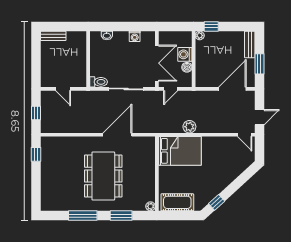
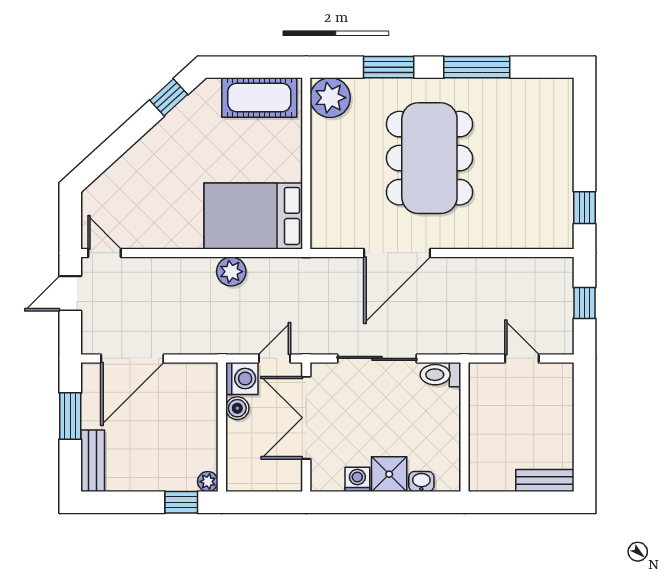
shower: (121, 39) -> (389, 474), added
washing machine: (185, 54) -> (242, 379), moved
plant: (151, 206) -> (330, 98), width x1.88, depth x1.88

